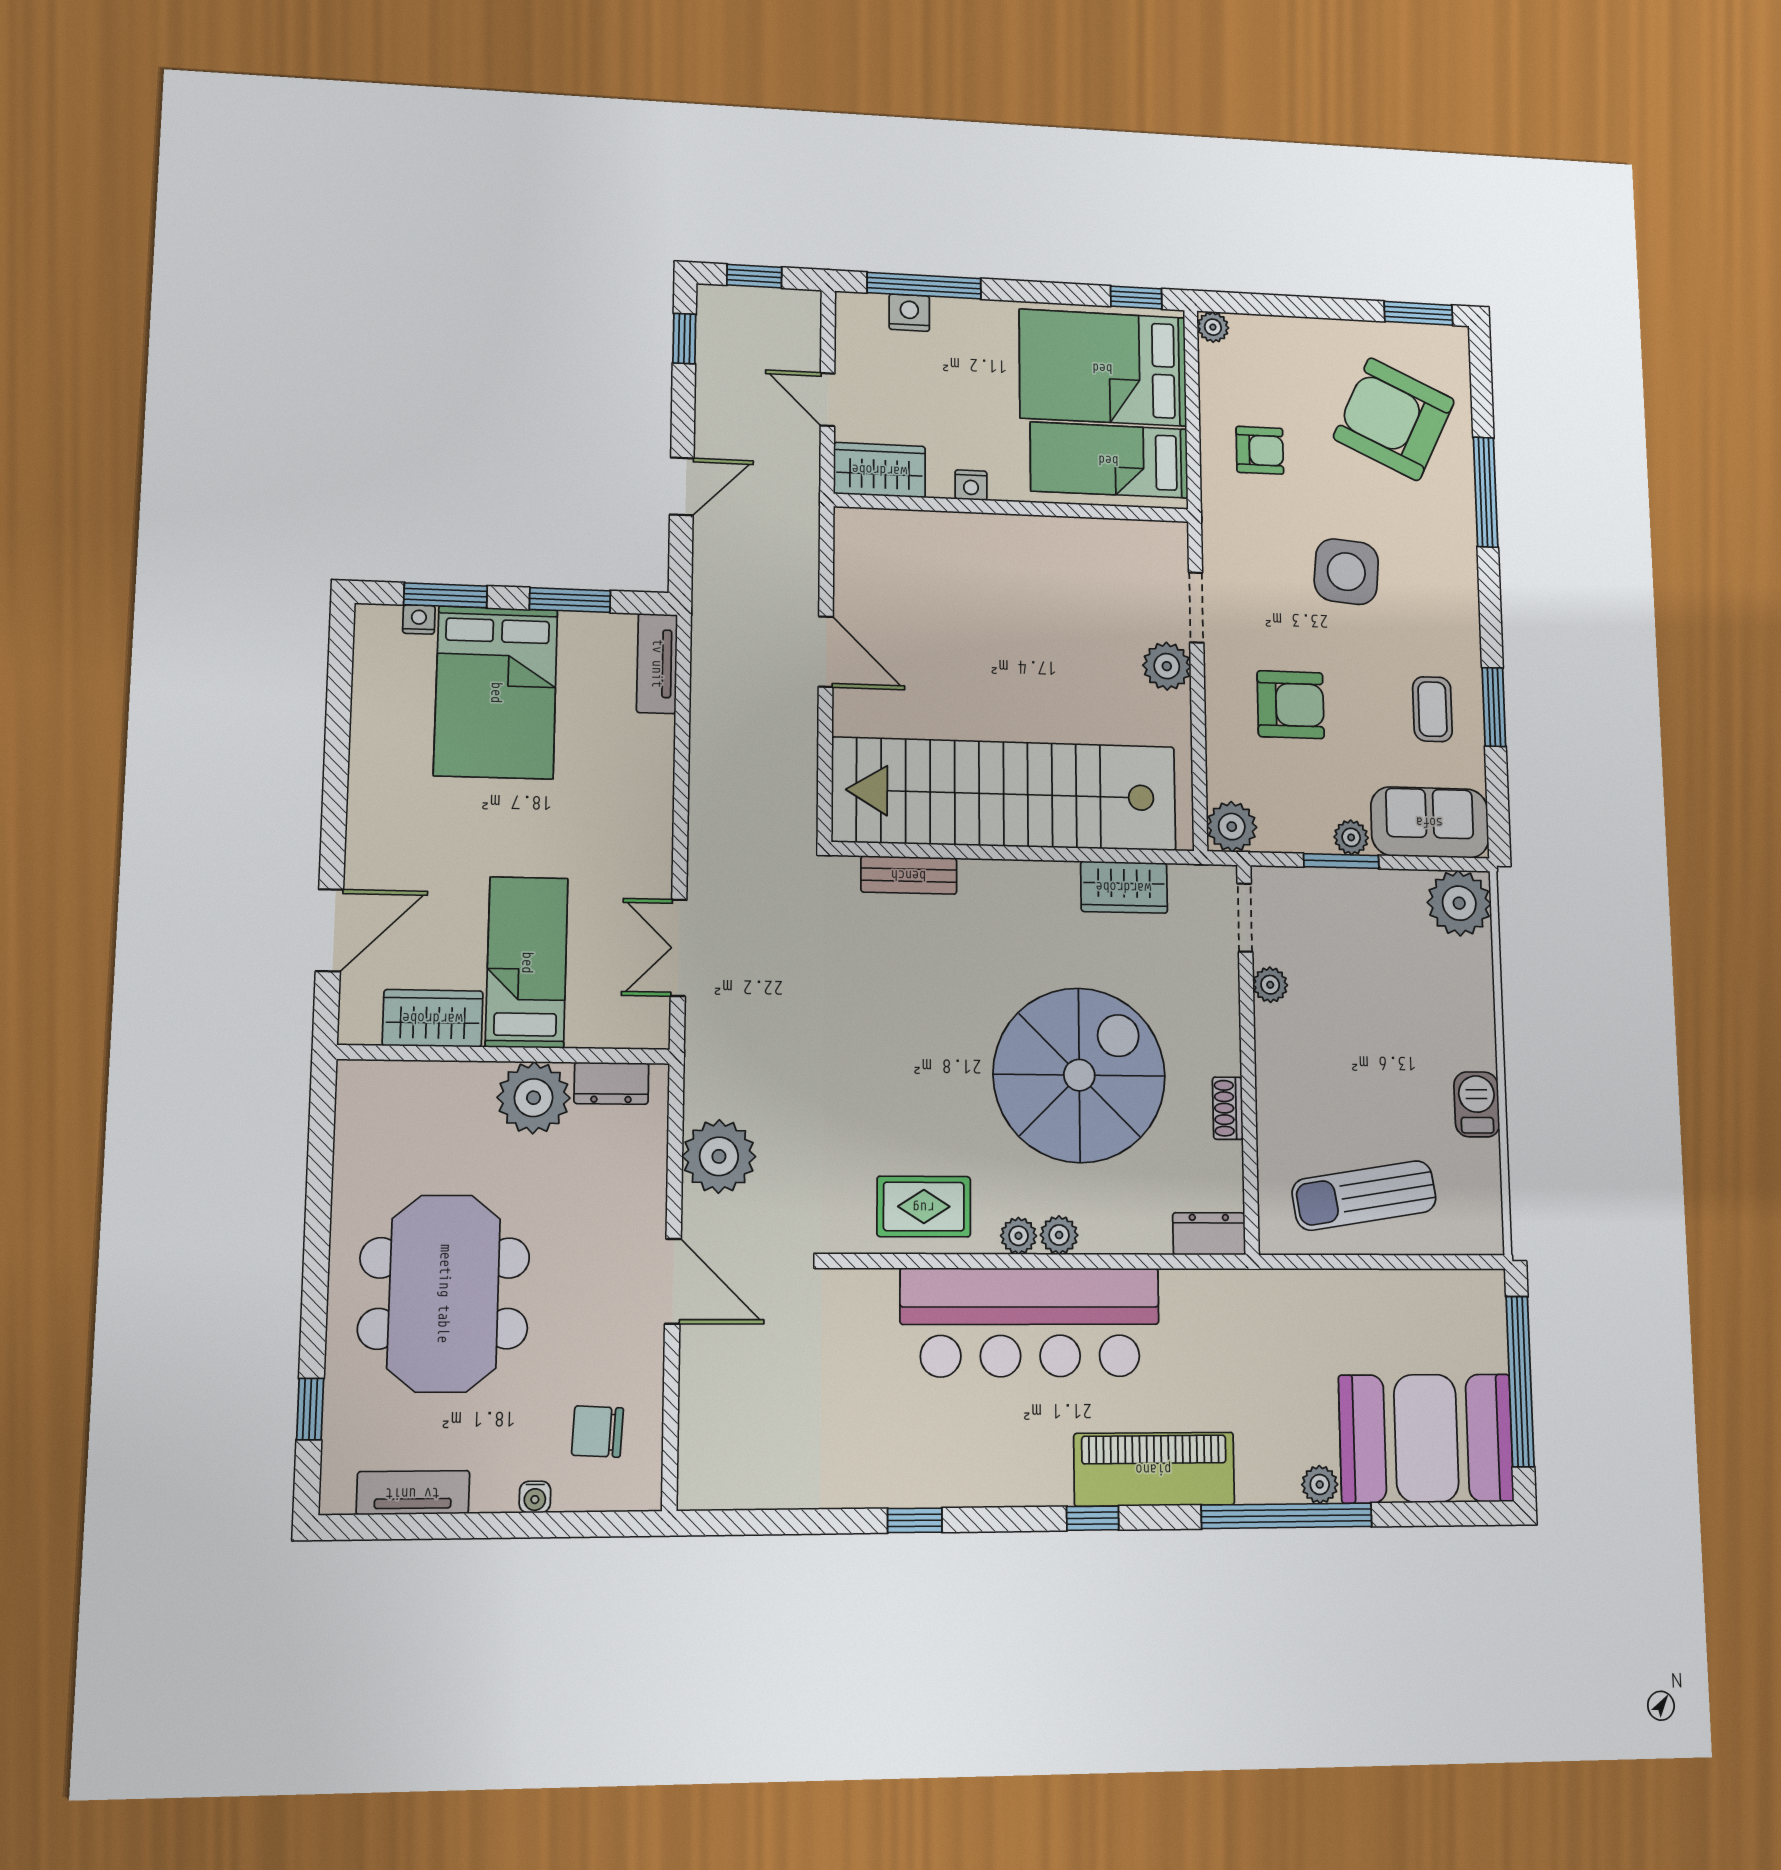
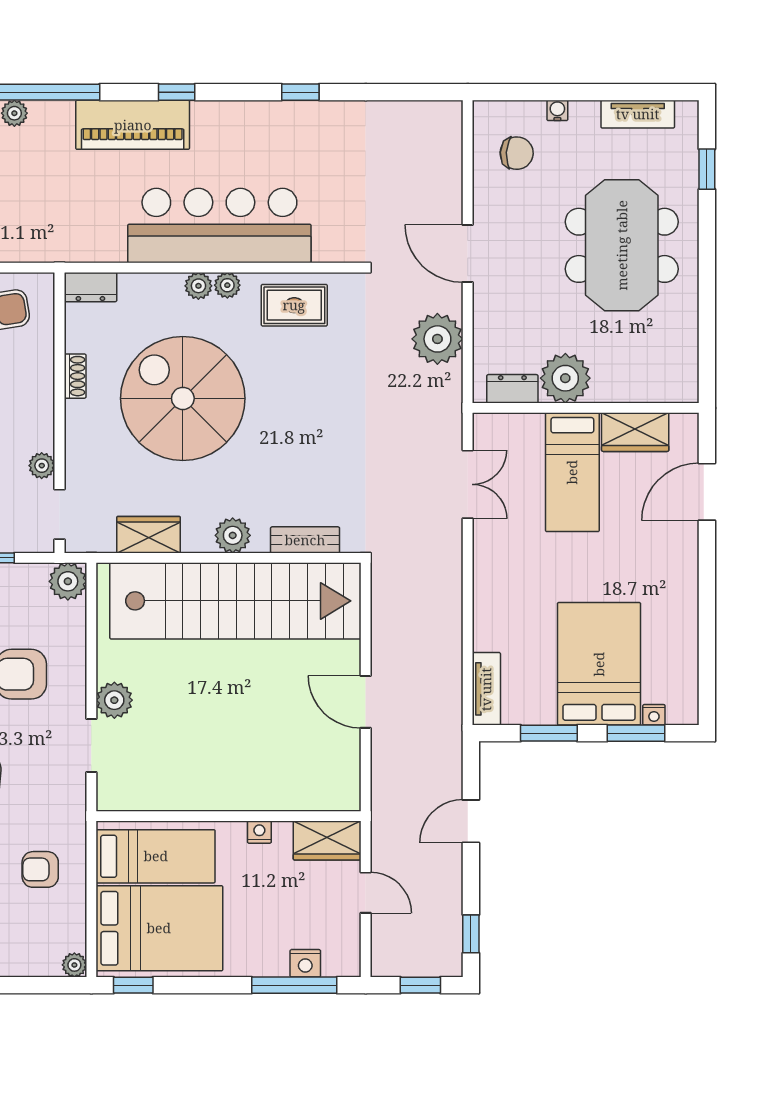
plant: (1009, 884) -> (233, 535), added
spiral stairs: (1079, 1075) -> (183, 398), turned 90

